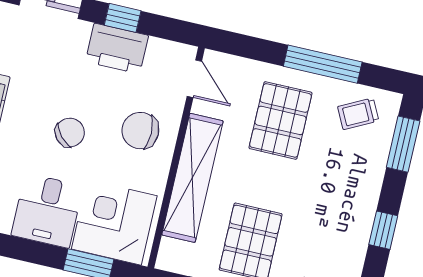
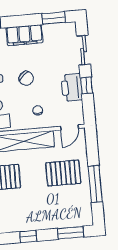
trolley: (358, 114) -> (78, 208), removed
chair: (140, 131) -> (38, 110), width x0.54, depth x0.54

